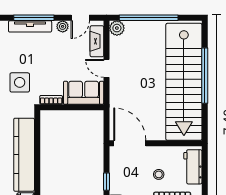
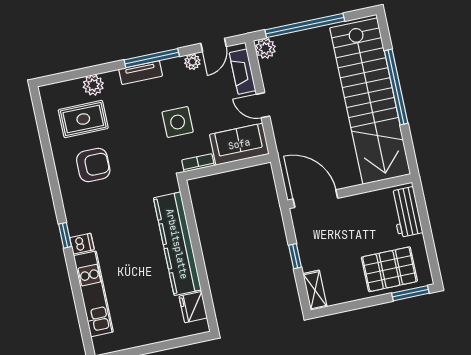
tv unit: (30, 26) -> (141, 73), width x0.71
side table: (20, 82) -> (178, 122), moved
stool: (159, 174) -> (363, 232), removed

